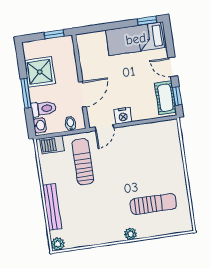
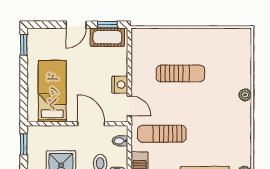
bed: (136, 39) -> (52, 91), moved, turned 180
sun lounger: (153, 204) -> (180, 73), moved, turned 90

